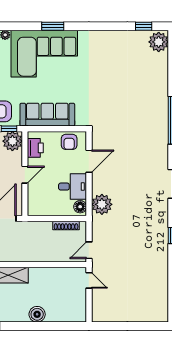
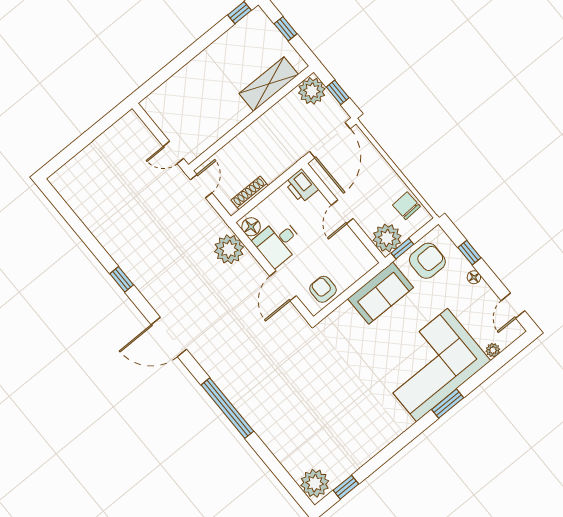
sofa: (47, 115) -> (381, 293), width x0.73
printer: (35, 148) -> (302, 186), moved
boiler: (37, 314) -> (200, 67), removed

